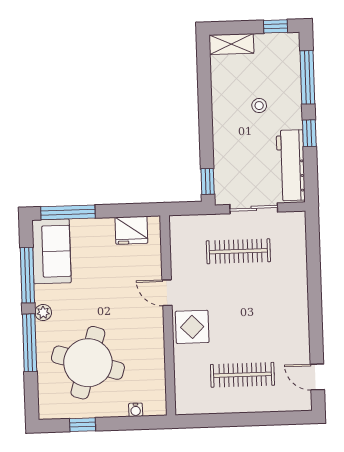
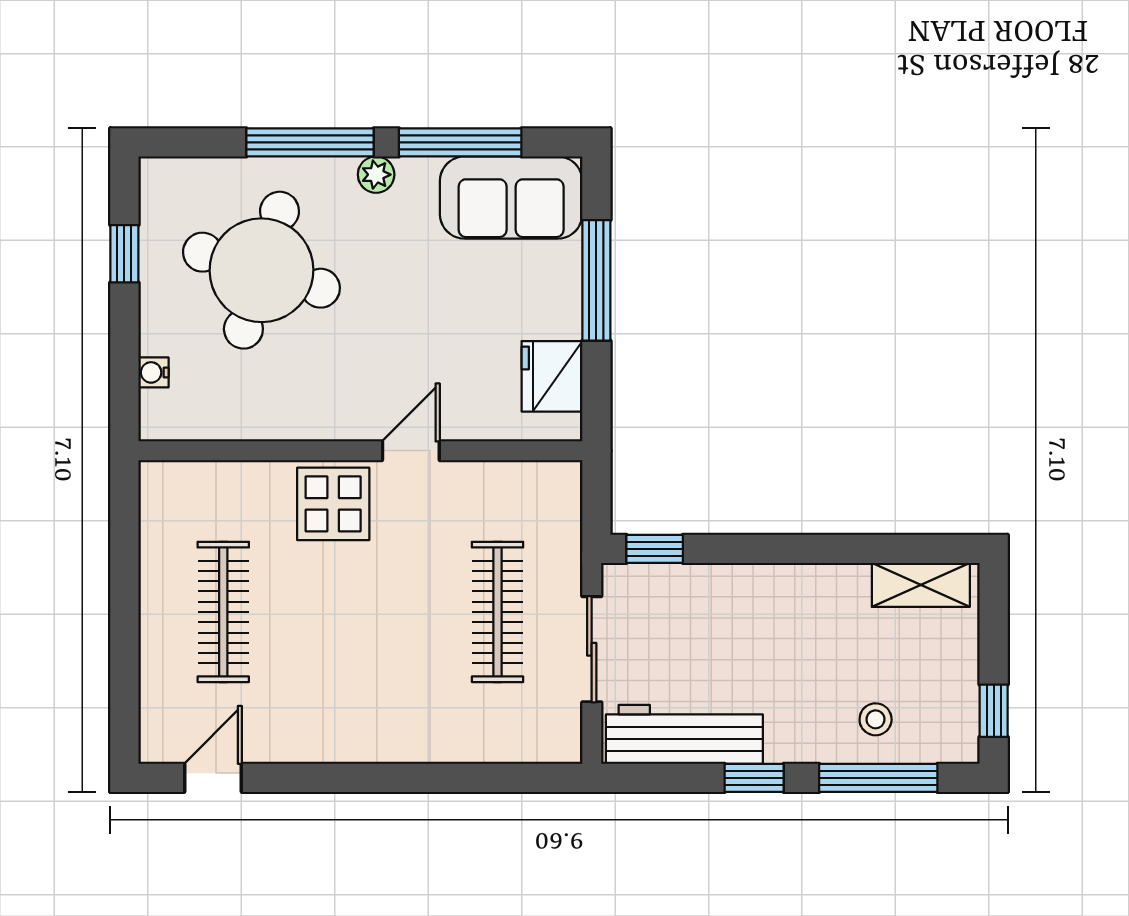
shelving: (231, 44) -> (921, 585), moved, turned 90
stool: (259, 106) -> (876, 719), moved
window: (68, 212) -> (596, 280), moved

